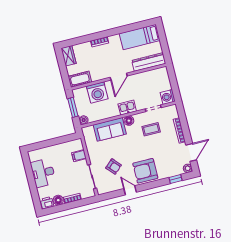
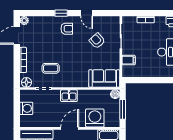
washing machine: (168, 97) -> (26, 108), moved
floor lamp: (129, 121) -> (26, 82), moved
sofa: (110, 129) -> (104, 78), moved
armchair: (145, 171) -> (67, 29), width x0.53, depth x0.53
window: (176, 179) -> (61, 13), moved
floor lamp: (58, 200) -> (160, 21), removed

